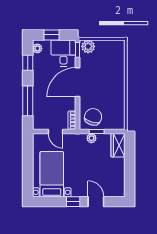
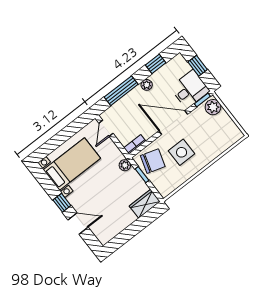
plant: (37, 48) -> (147, 85), moved
side table: (102, 92) -> (182, 152), added
door: (55, 131) -> (106, 128), moved
plant: (91, 138) -> (125, 165), moved
door: (96, 202) -> (78, 223), hinge flipped

